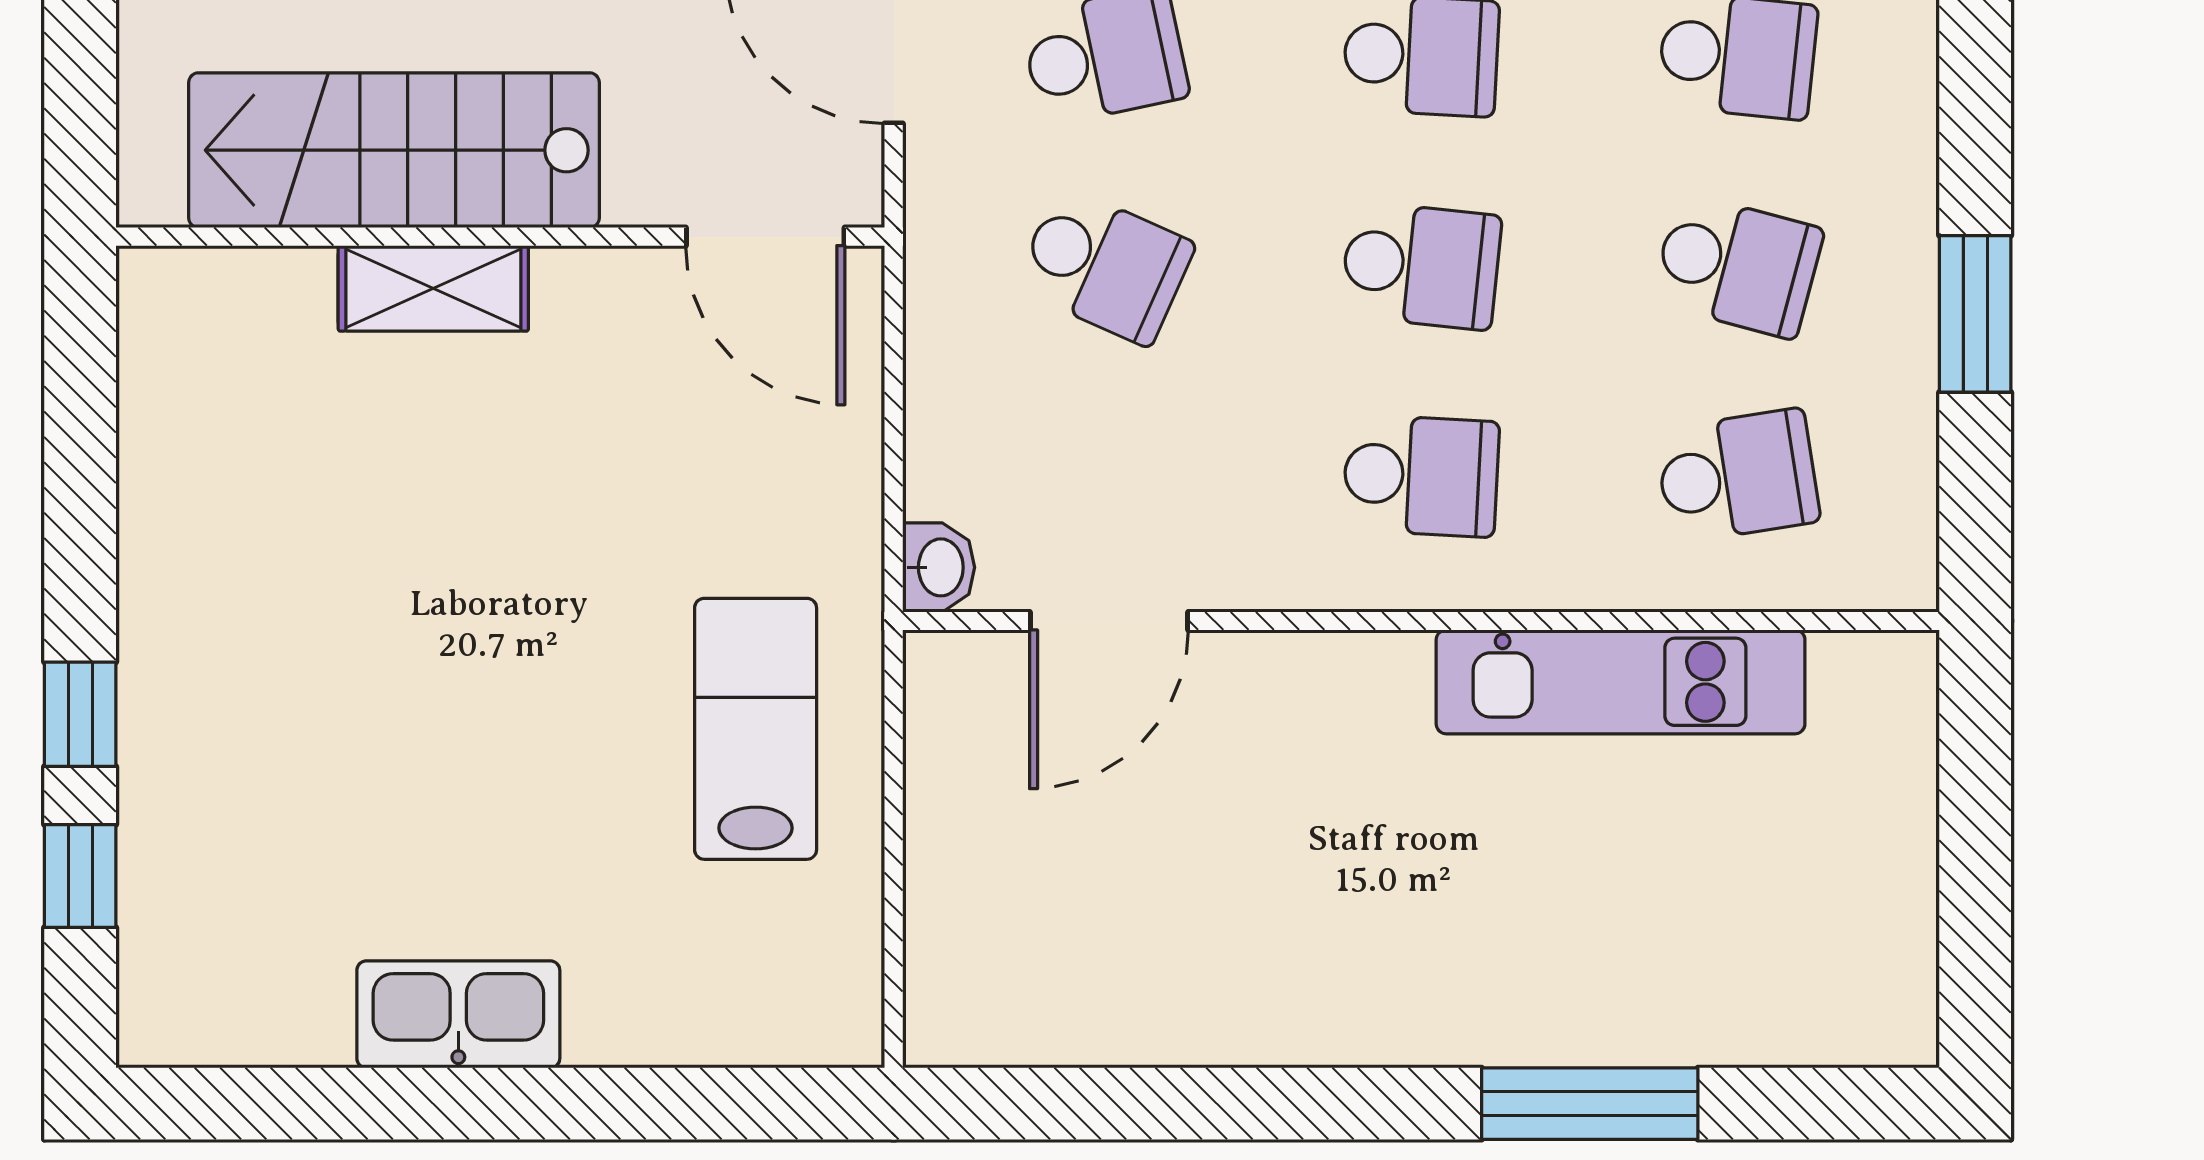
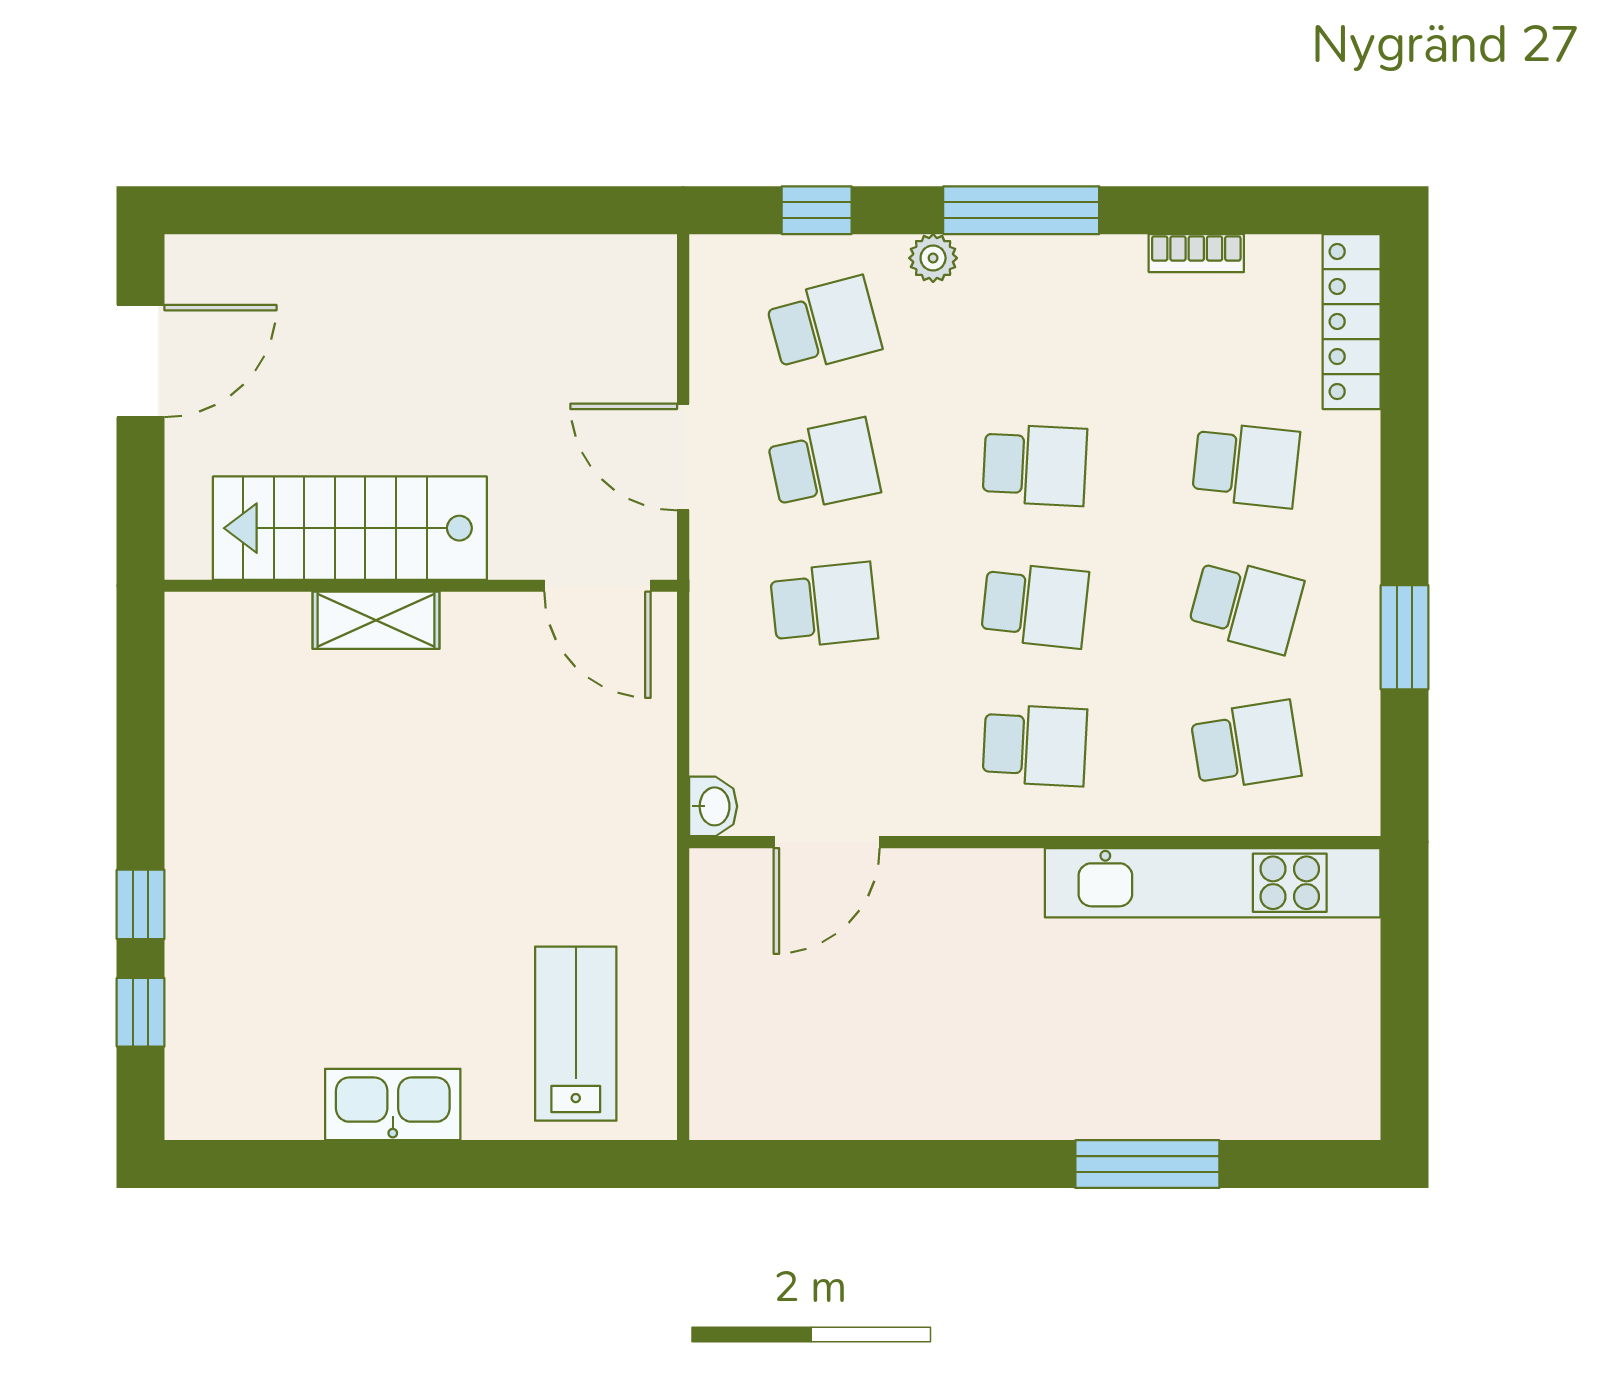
school desk: (1105, 266) -> (824, 605), turned -30
kitchen unit: (1621, 682) -> (1213, 883), width x1.36
lab bench: (756, 729) -> (576, 1034), moved

